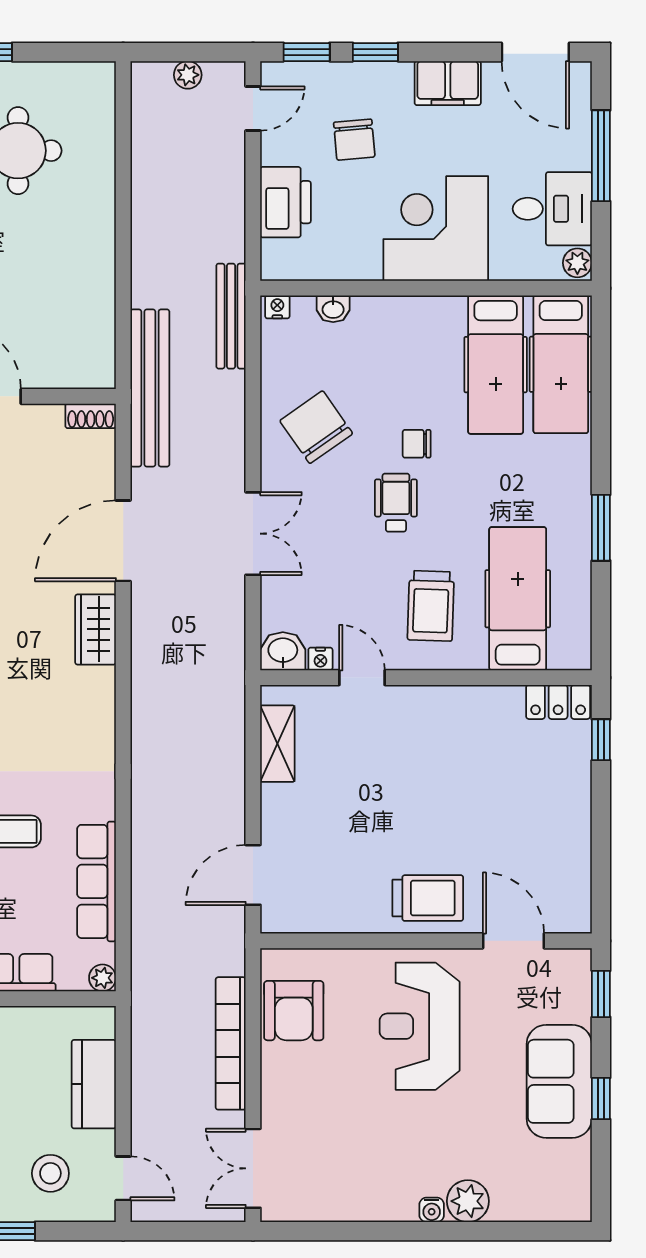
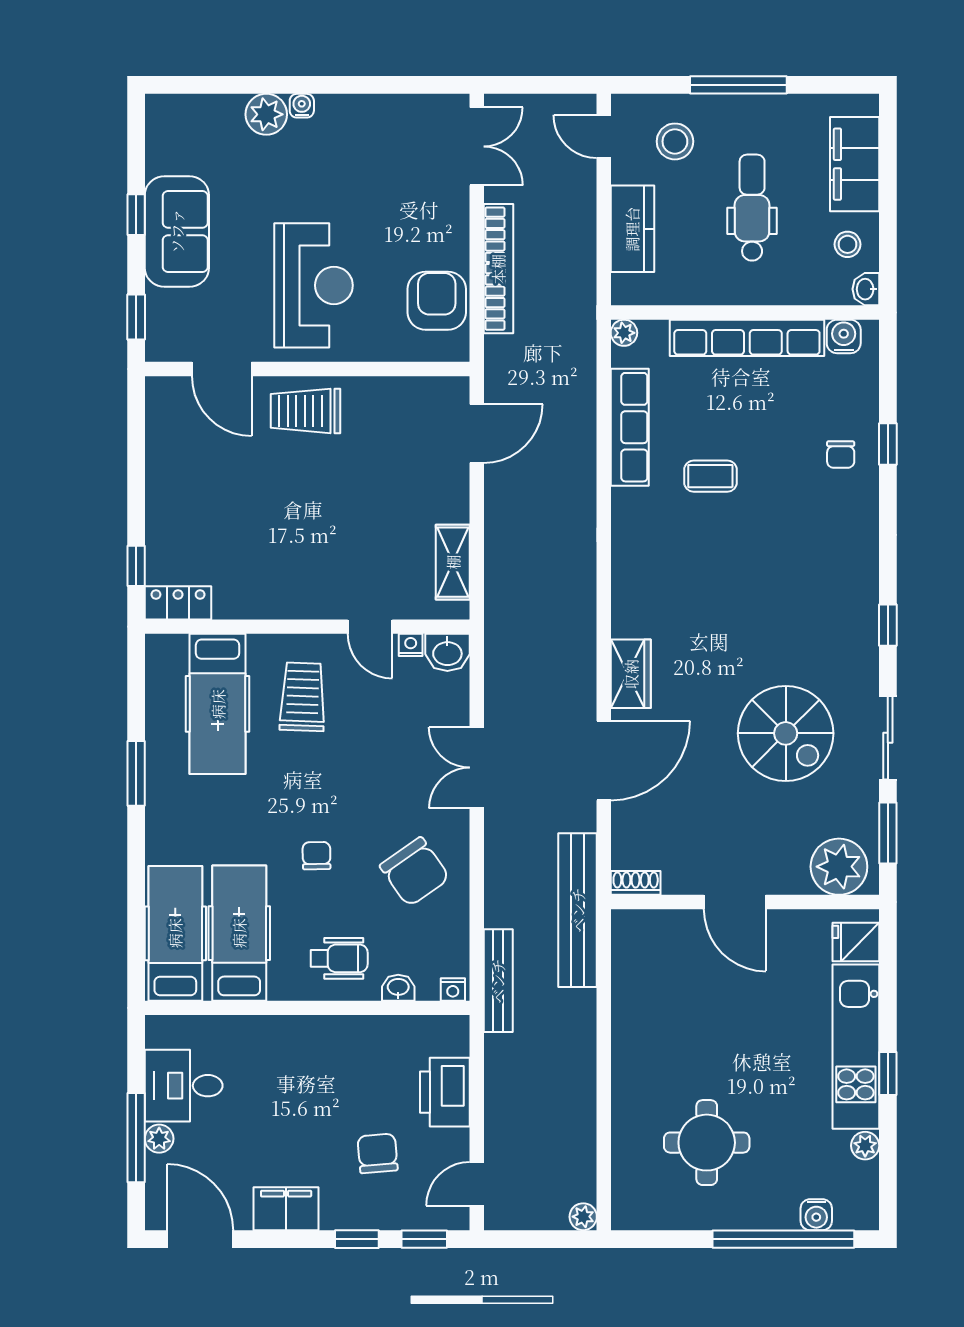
plant: (188, 75) -> (583, 1217), moved
corner desk: (436, 229) -> (298, 1066), removed
plant: (577, 263) -> (159, 1139), moved
chair: (417, 444) -> (317, 856), turned -91
wheelchair: (396, 503) -> (339, 958), moved, turned -90

